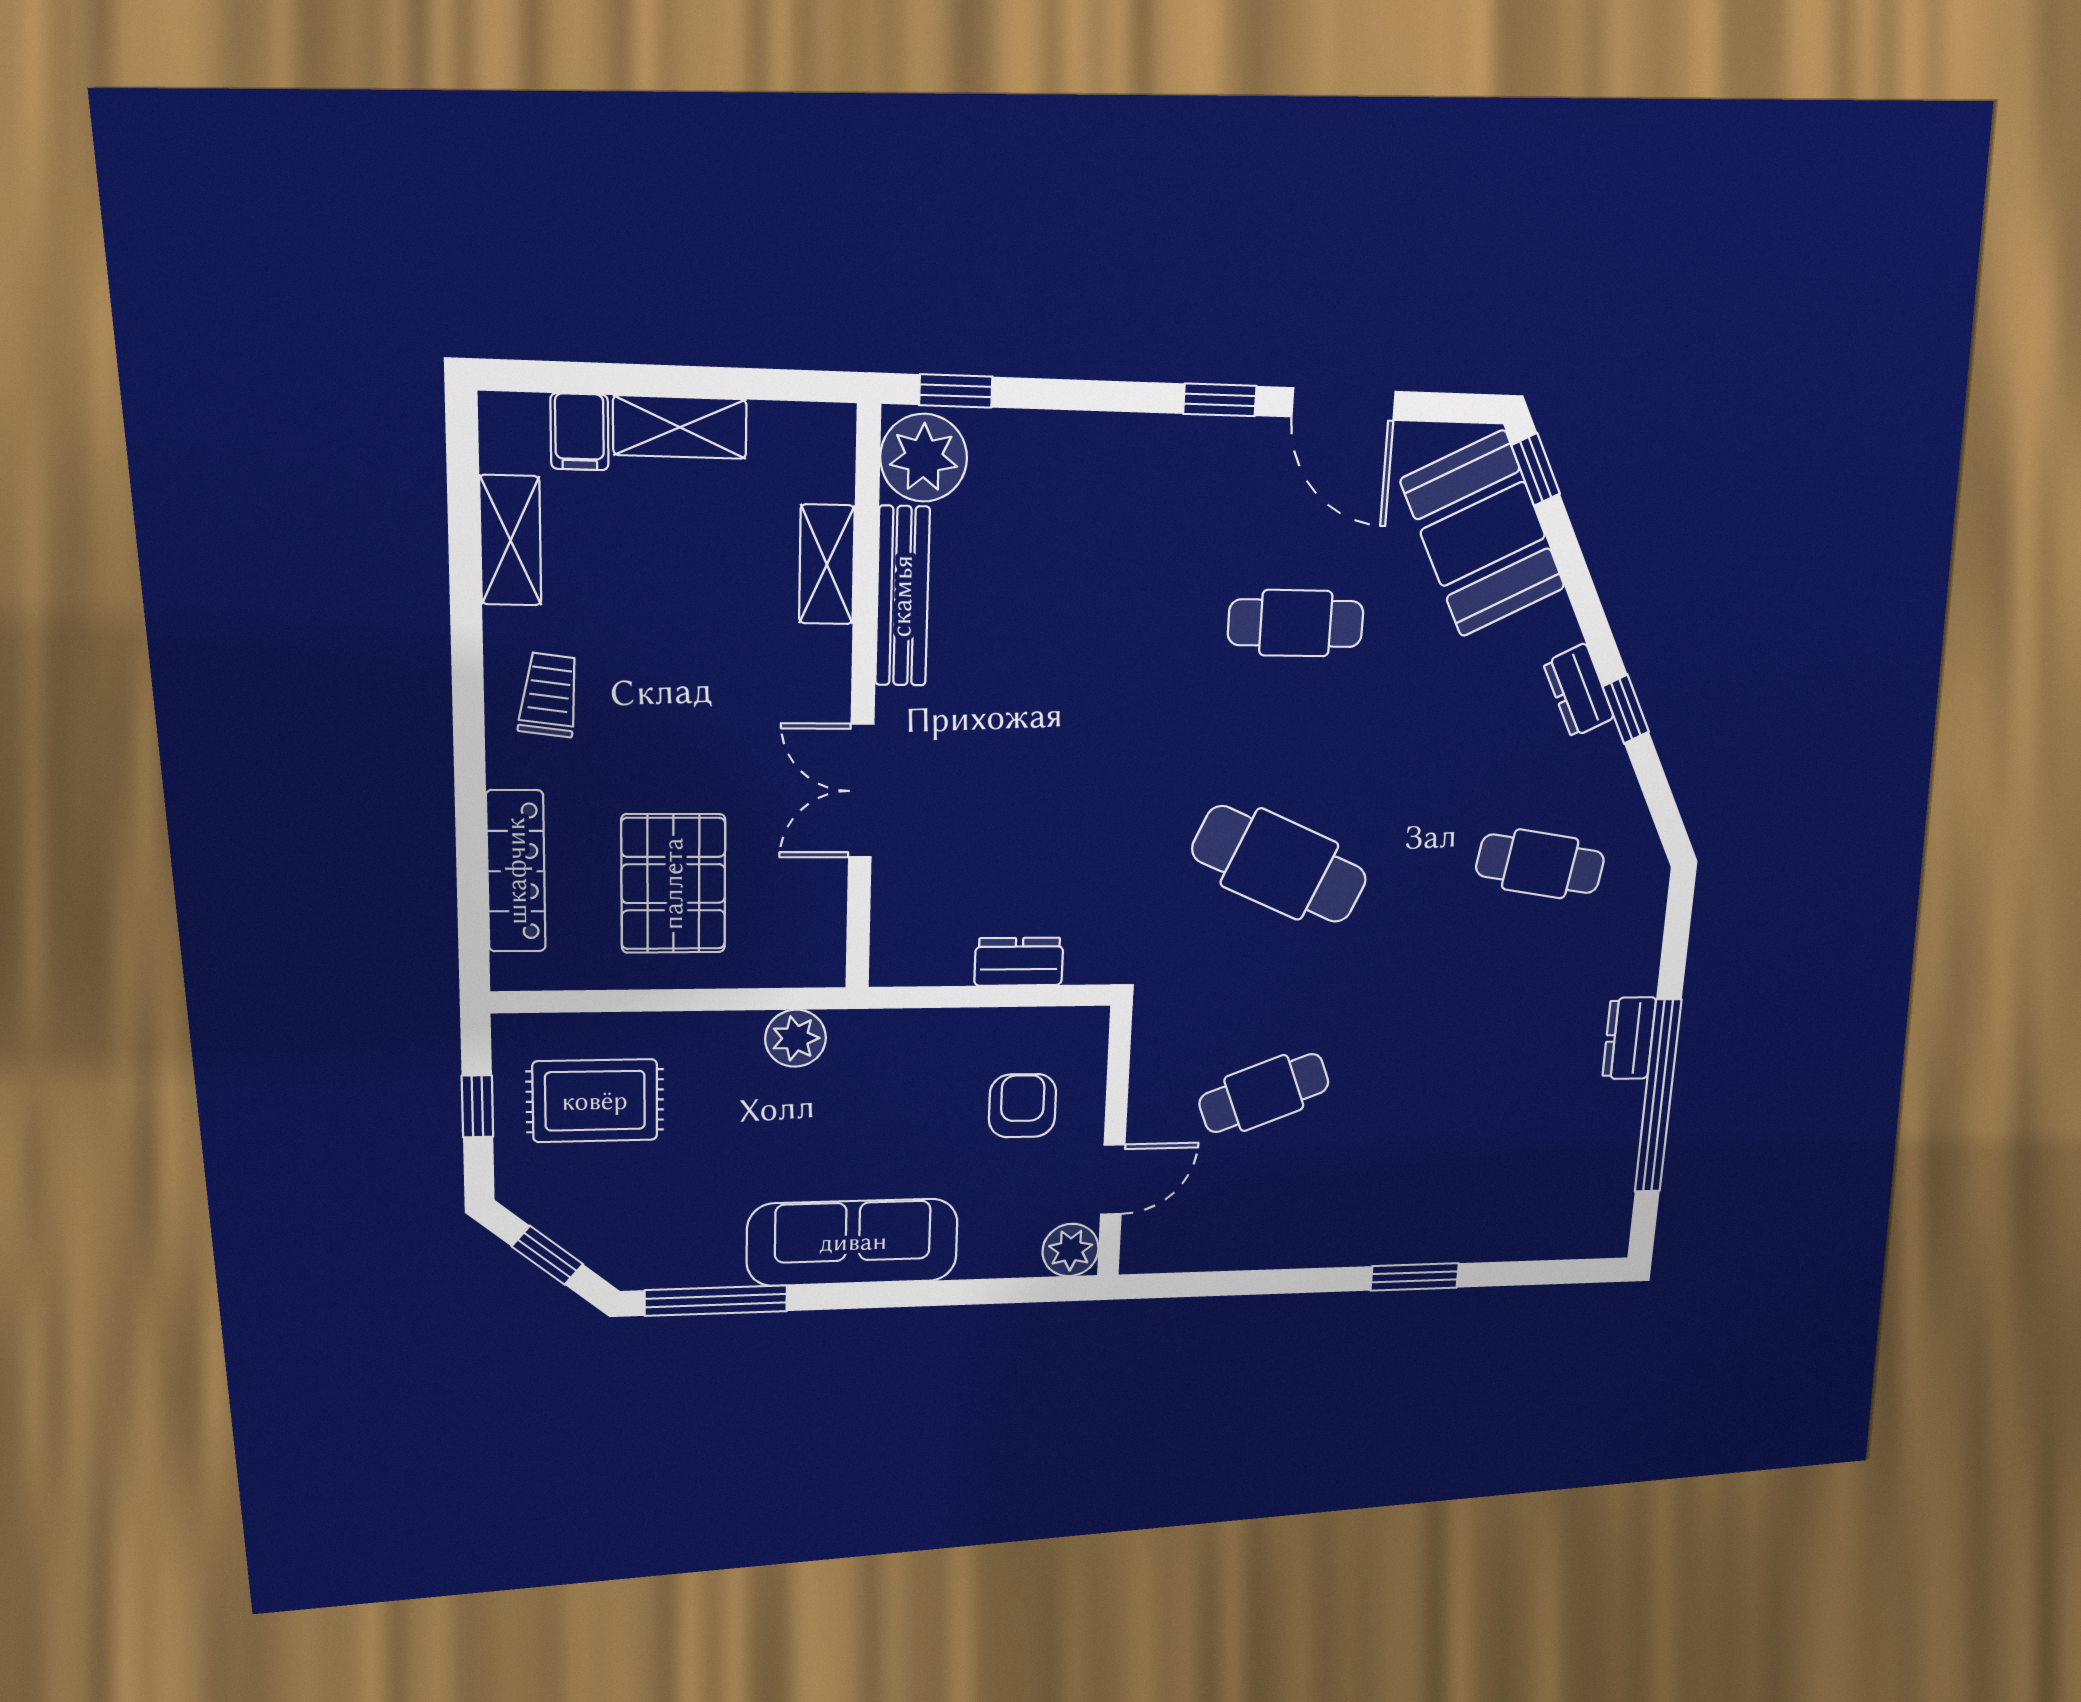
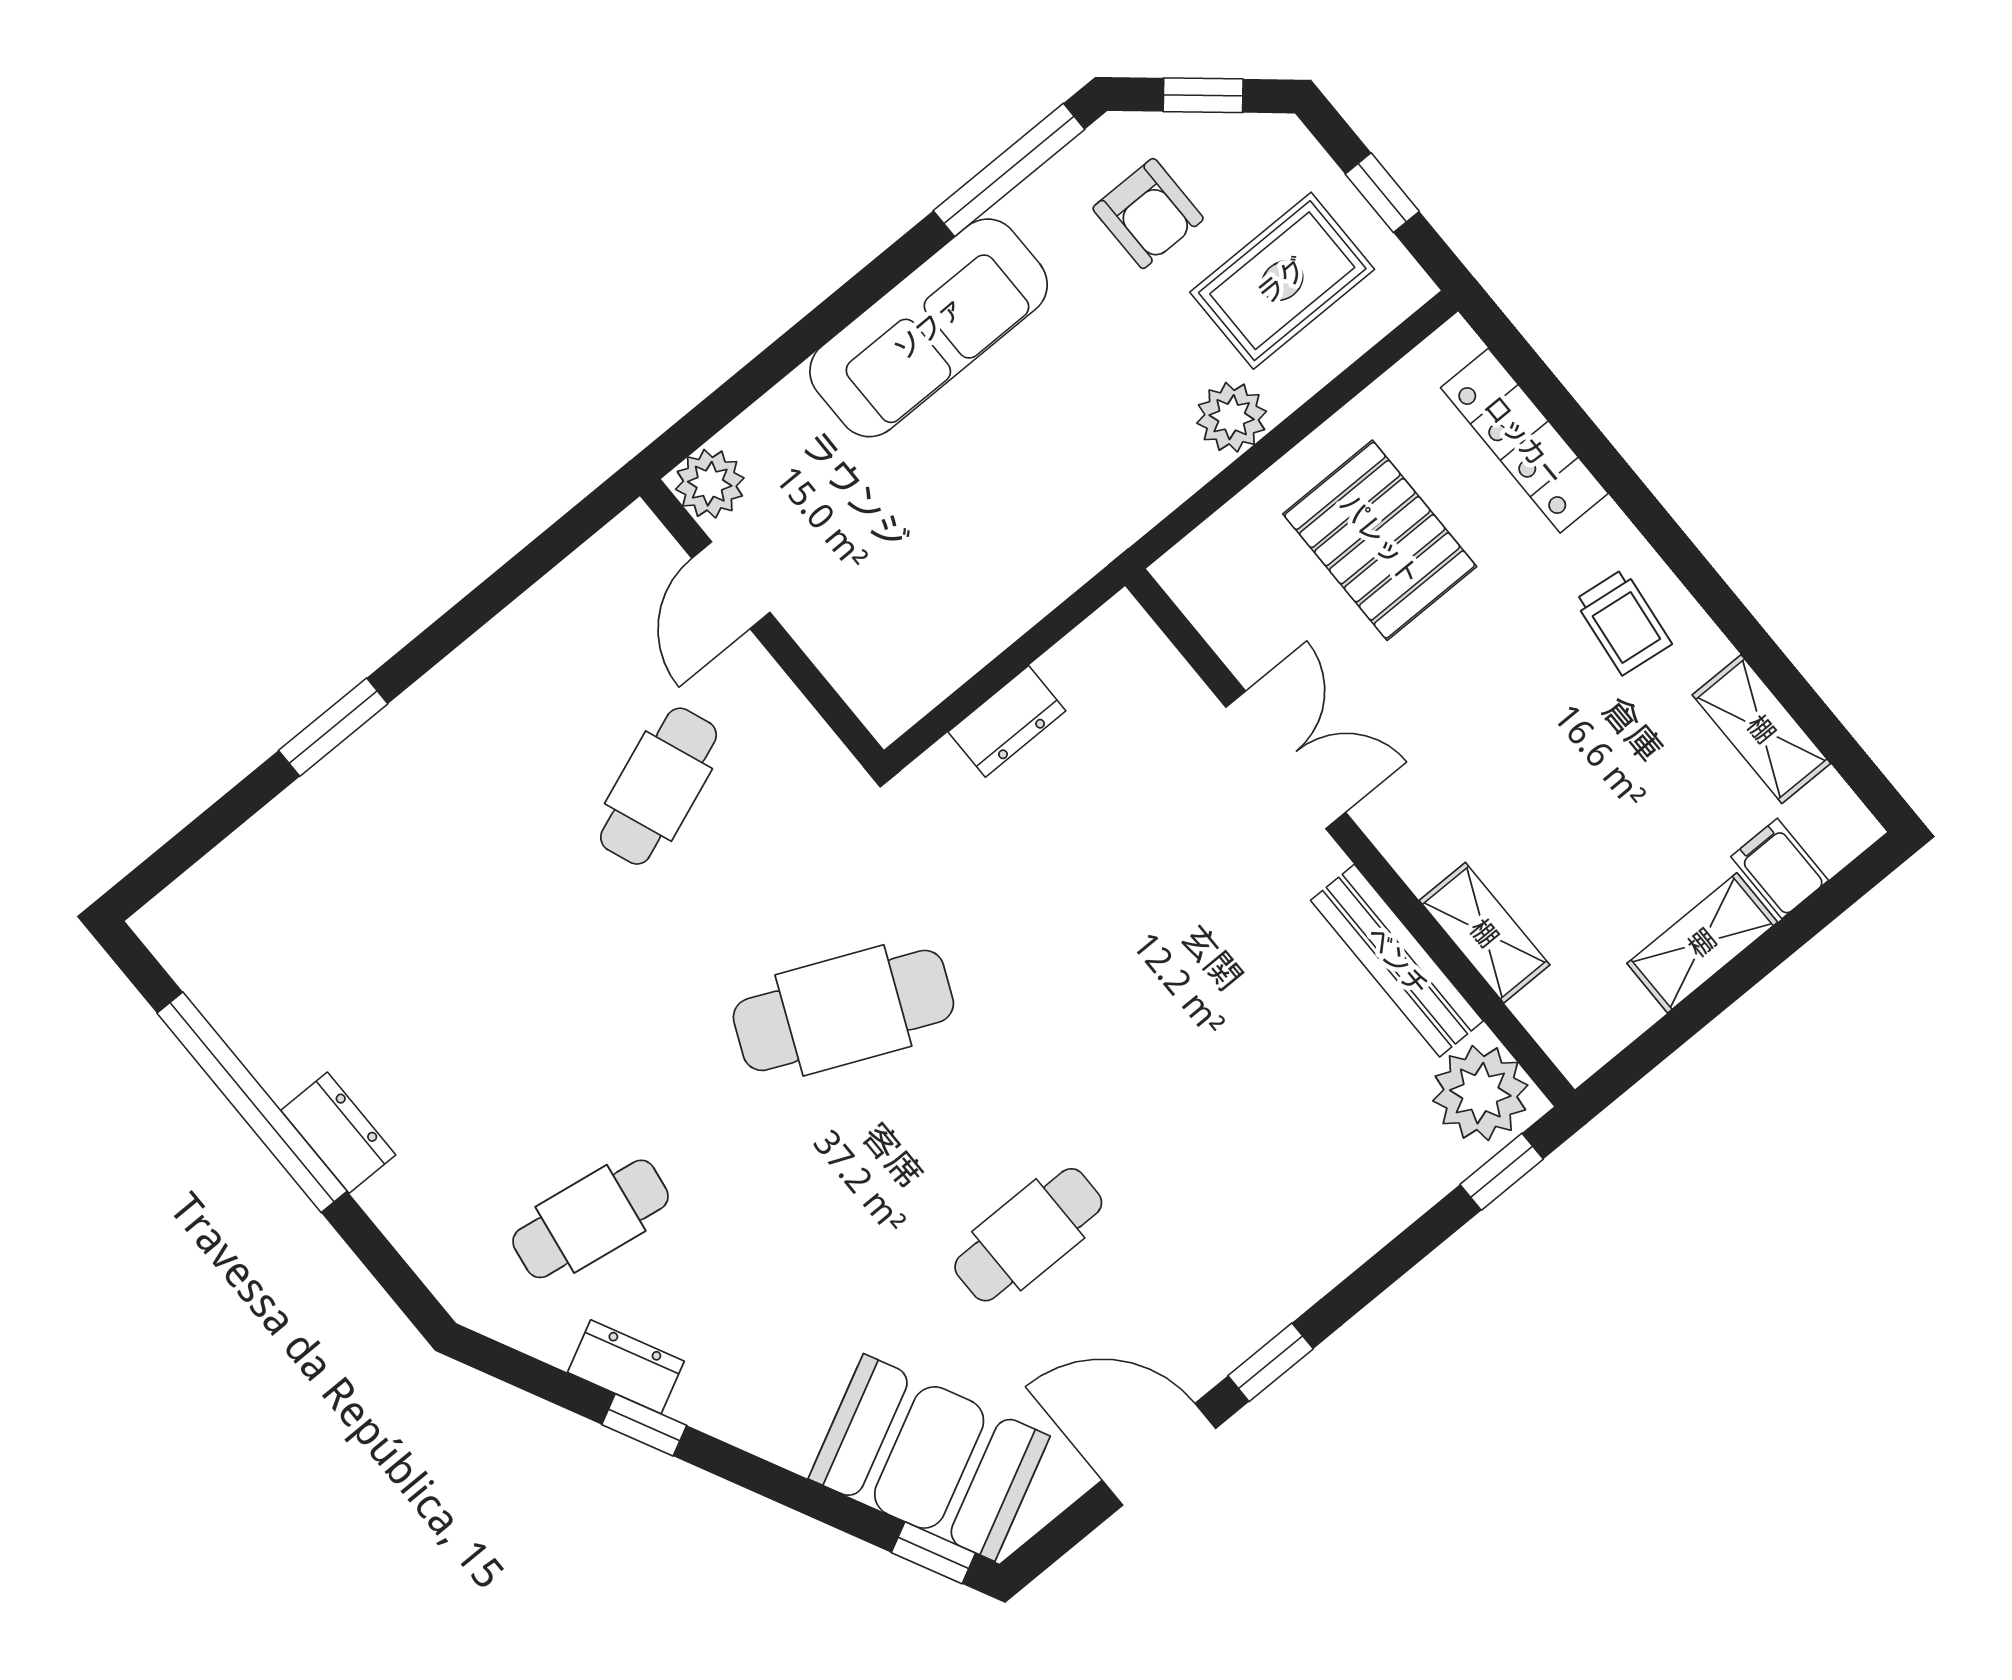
dresser: (1579, 691) -> (626, 1367), moved
plant: (796, 1038) -> (1232, 417), moved
armchair: (1022, 1106) -> (1148, 213), moved

